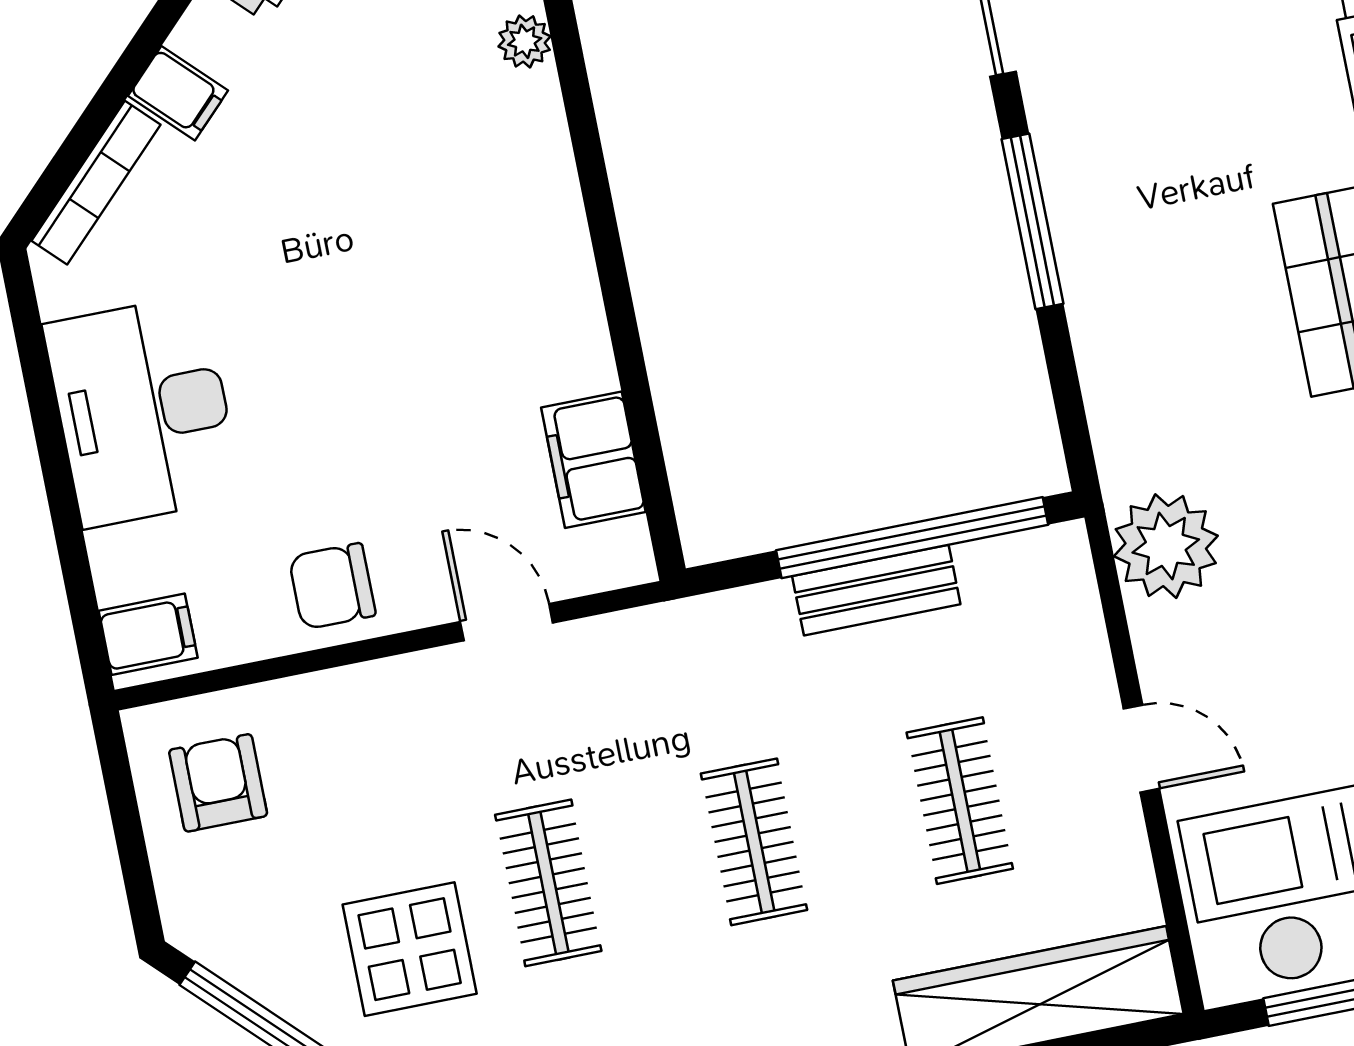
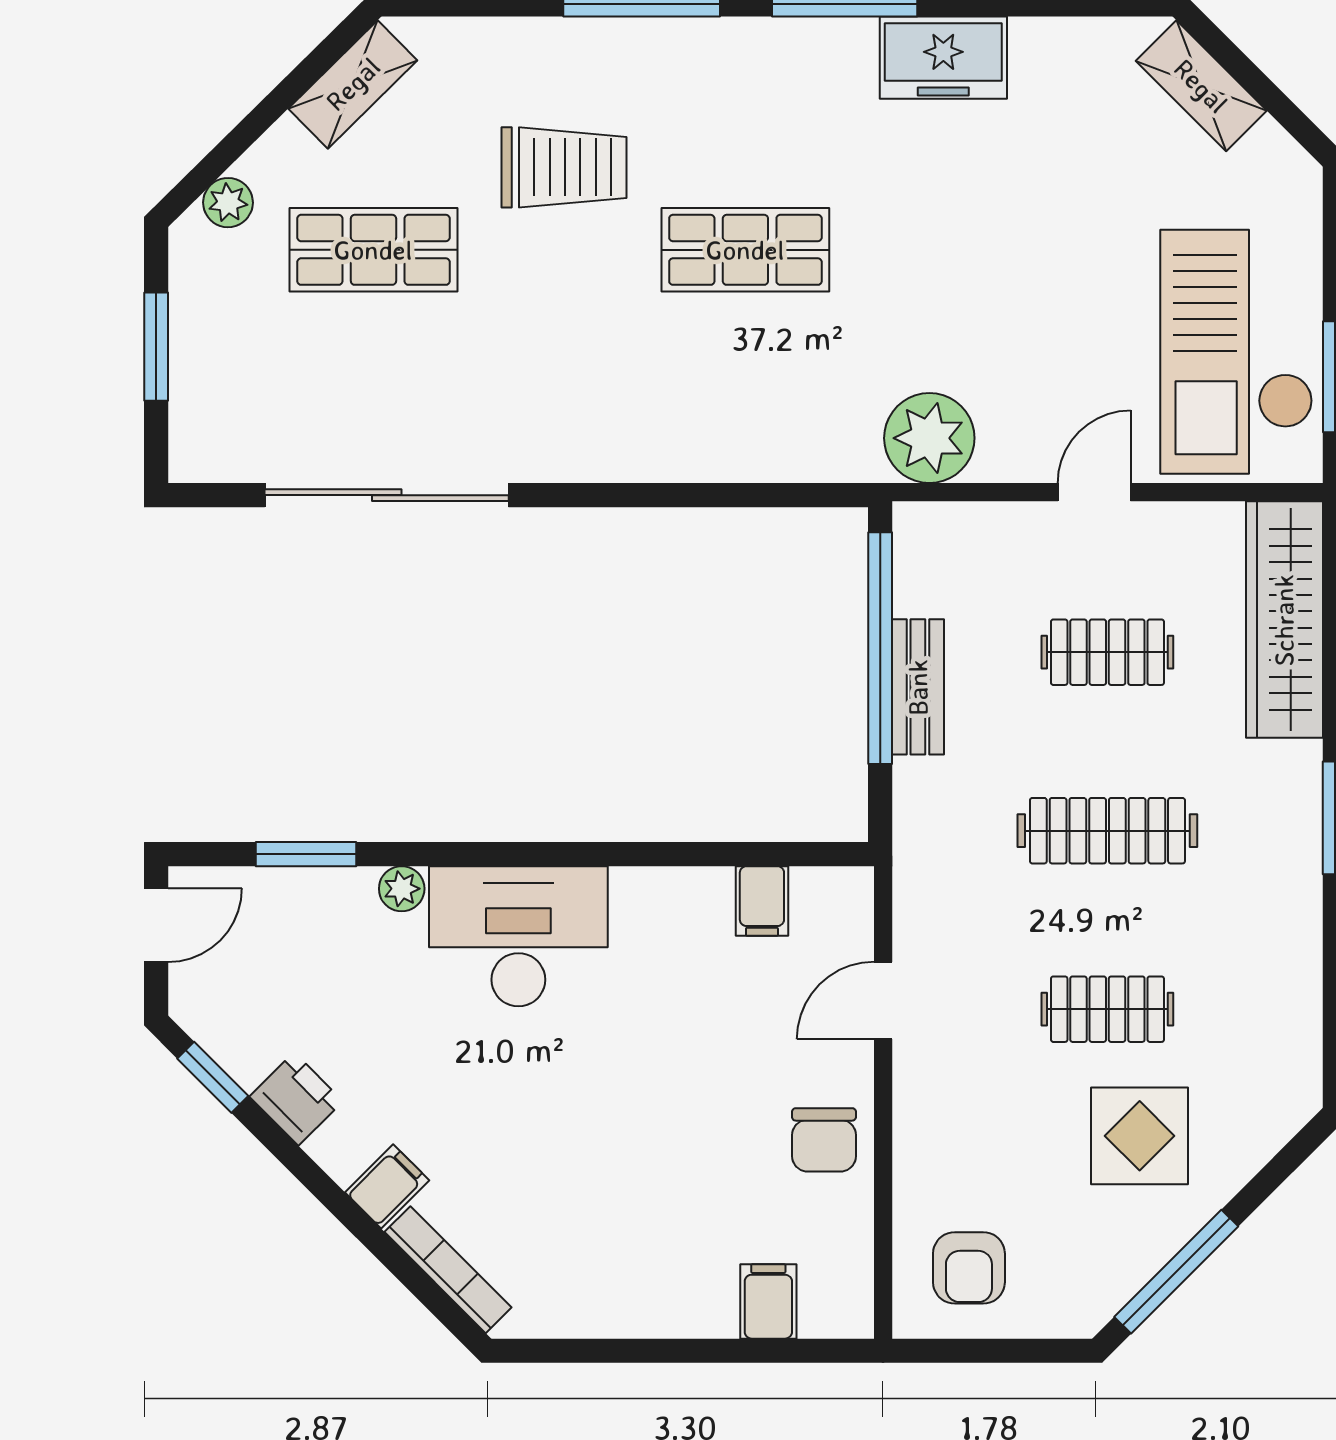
window: (1032, 221) -> (636, 495), removed
desk: (143, 411) -> (518, 936), moved, turned 180
filing cabinet: (593, 460) -> (762, 901), width x0.50
filing cabinet: (148, 634) -> (768, 1301), moved
armchair: (218, 783) -> (969, 1268), turned -90
clothes rail: (754, 842) -> (1107, 831), width x1.36

